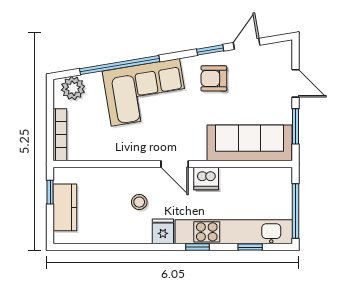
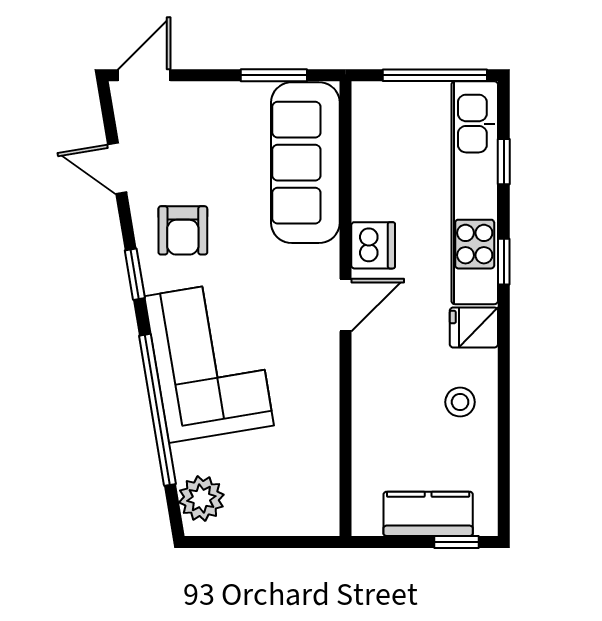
window: (210, 50) -> (135, 274), moved
door: (295, 83) -> (144, 75), moved
bookcase: (60, 135) -> (290, 523), removed
window: (50, 192) -> (456, 542), moved
stool: (139, 202) -> (460, 402), moved

